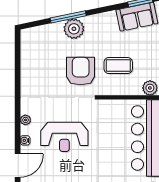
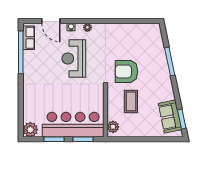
plant: (74, 29) -> (160, 66), removed
armchair: (81, 71) -> (126, 71), turned 180

